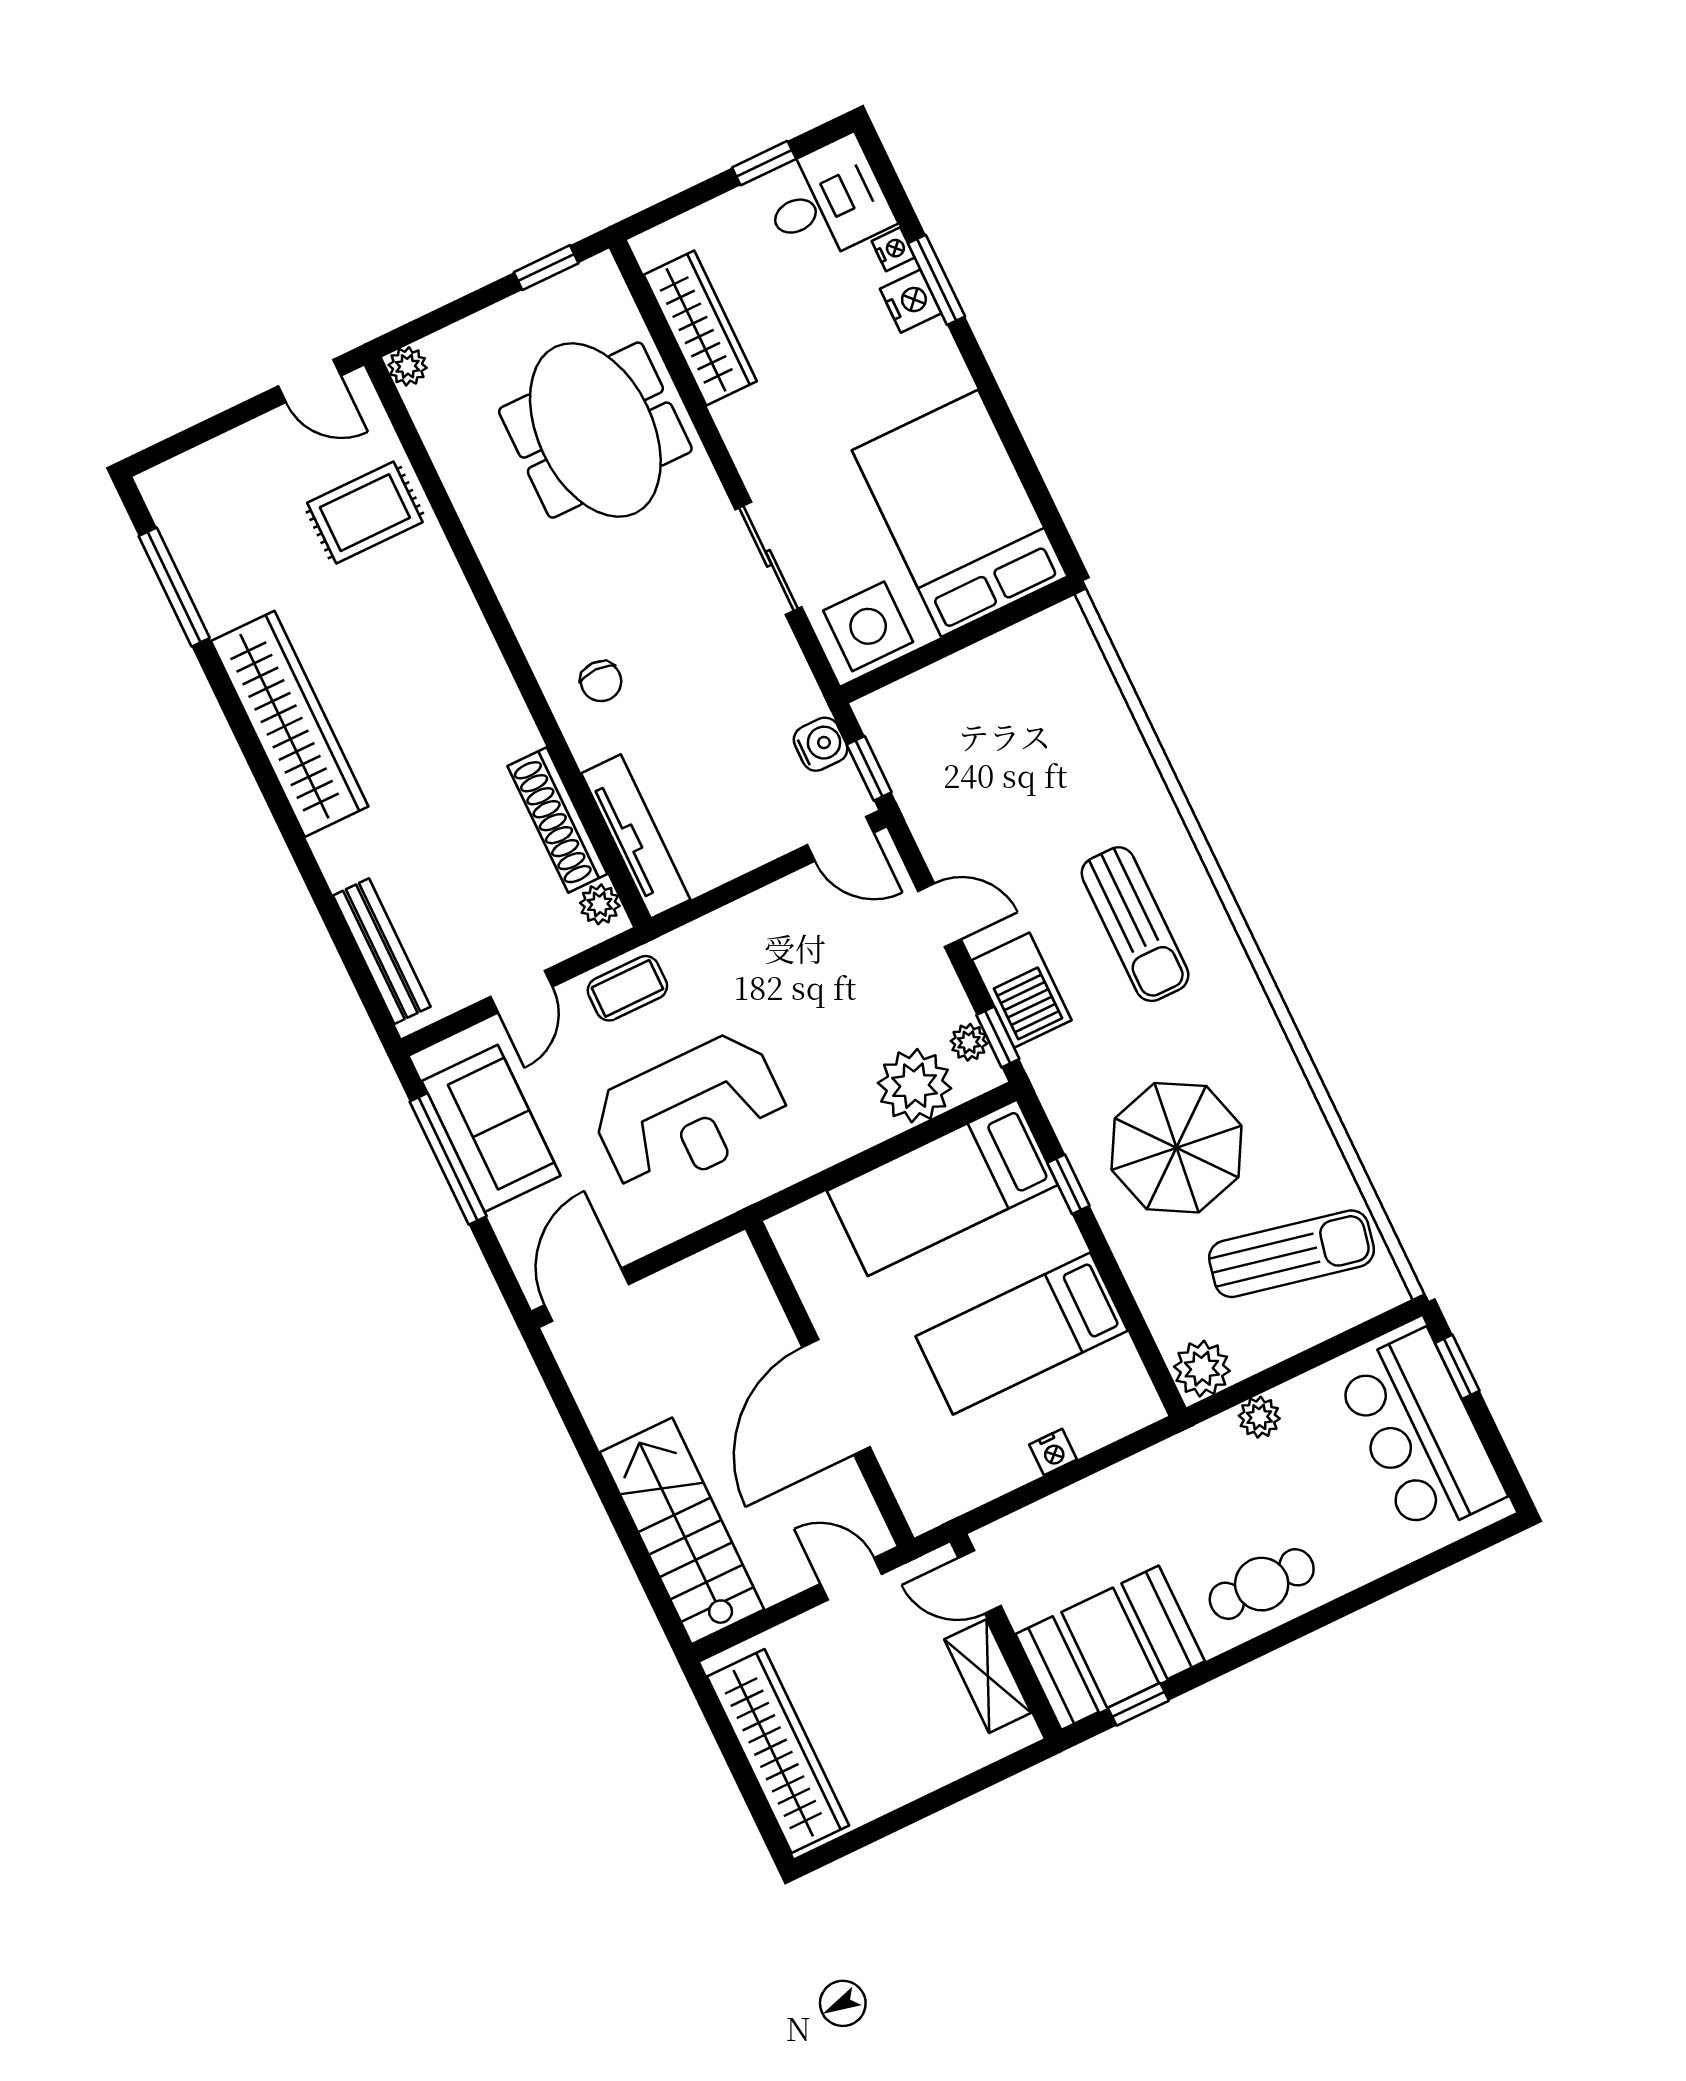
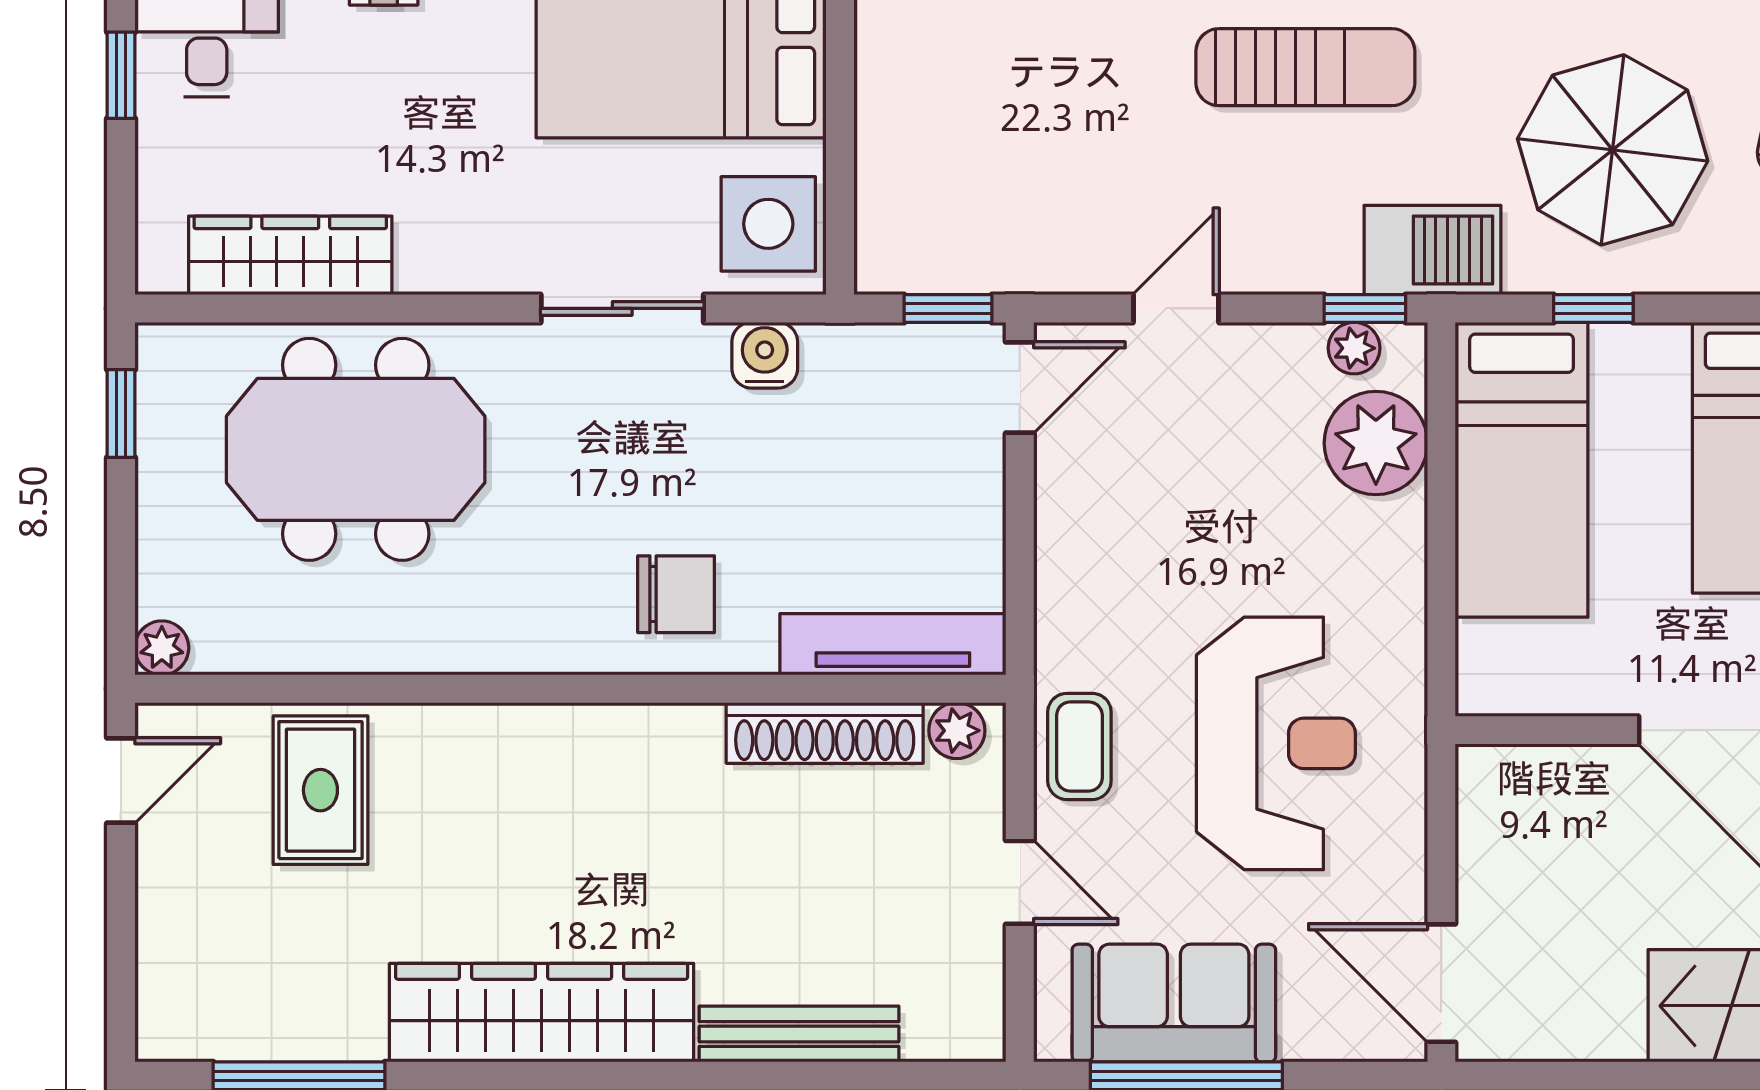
chair: (601, 681) -> (676, 594), width x1.37, depth x1.37
water cooler: (821, 744) -> (765, 355), moved
bench: (382, 951) -> (799, 1034), moved
barbecue: (1022, 990) -> (1432, 250), moved

